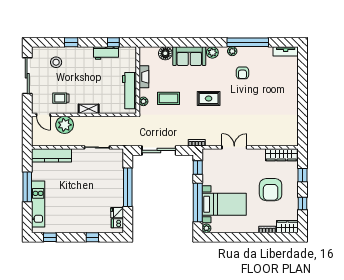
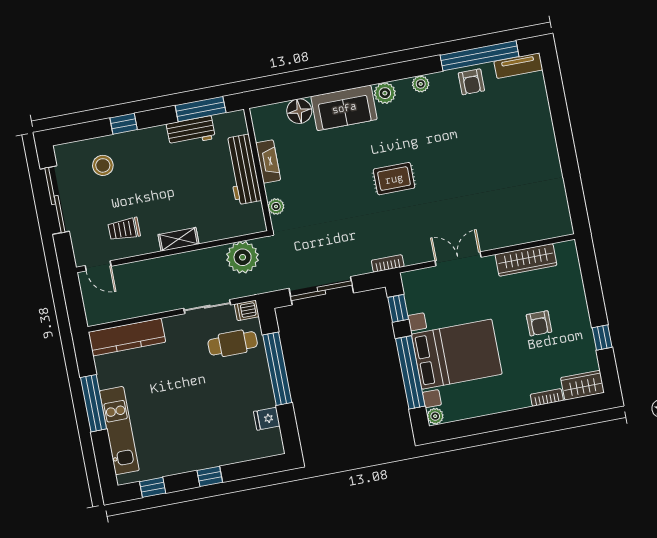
window: (113, 42) -> (201, 109), width x2.17
window: (248, 42) -> (480, 56), moved
armchair: (242, 73) -> (471, 82), moved
workbench: (130, 91) -> (243, 170), moved
coffee table: (168, 98) -> (321, 192), removed
plant: (65, 125) -> (243, 257), moved
wardrobe: (281, 155) -> (526, 260), moved
cafe table: (107, 169) -> (233, 343), added
window: (303, 175) -> (592, 286), removed
armchair: (271, 190) -> (539, 323), width x0.53, depth x0.53
bed with nightstands: (224, 204) -> (457, 354), width x1.36
dishwasher: (117, 223) -> (247, 310), moved
window: (92, 237) -> (210, 476), moved

